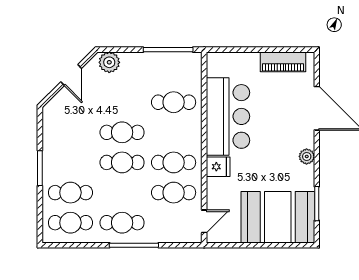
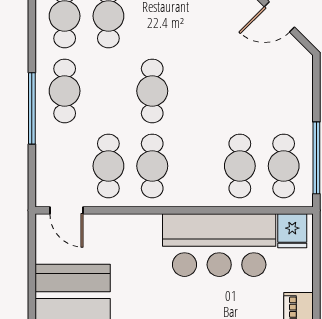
plant: (109, 62) -> (298, 72), removed
cafe table: (122, 132) -> (284, 166), moved
fridge: (218, 167) -> (292, 231), moved

